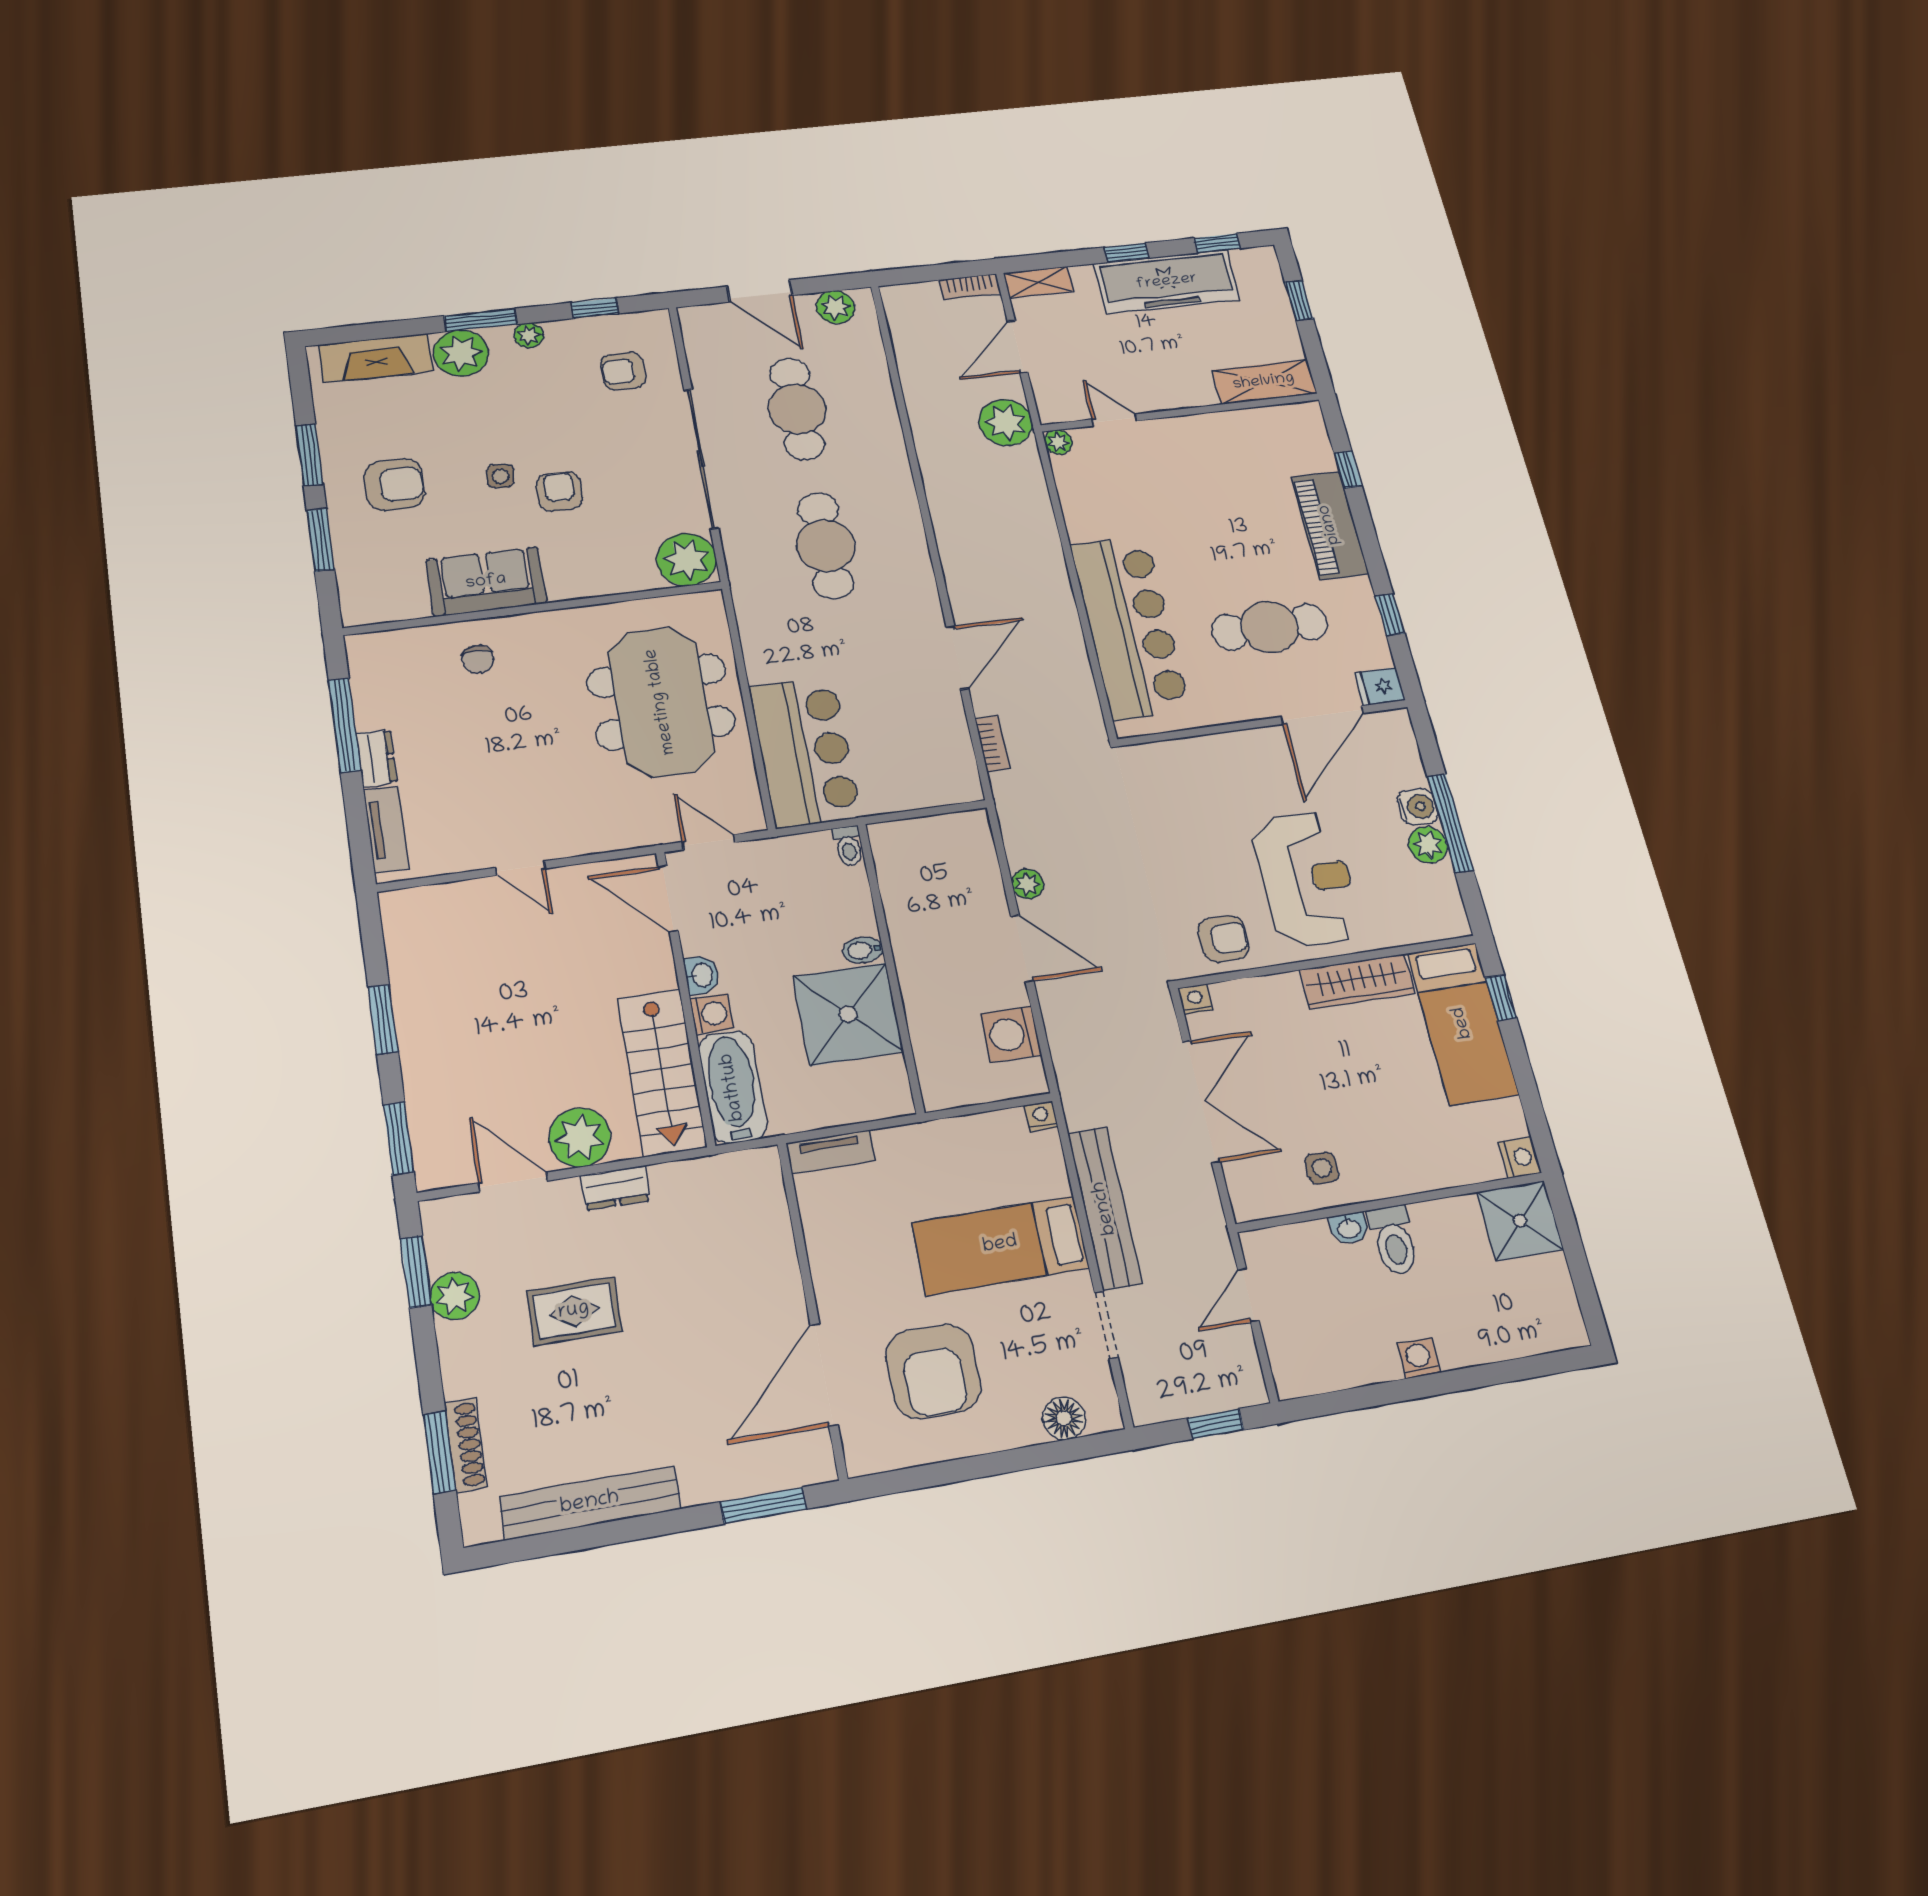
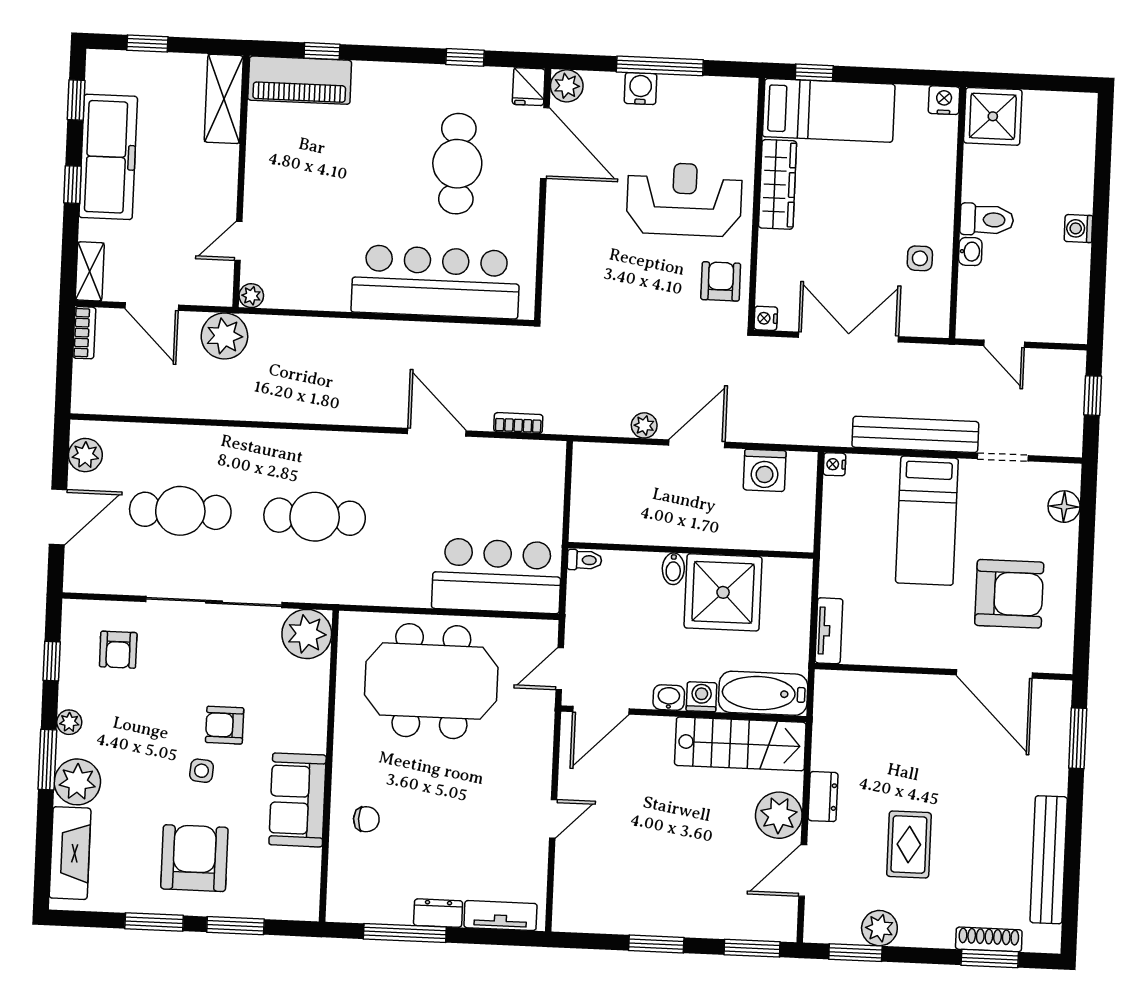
armchair: (394, 485) -> (194, 858), width x1.36, depth x1.36
piano: (1330, 525) -> (300, 80), moved
plant: (1428, 845) -> (567, 86), moved

